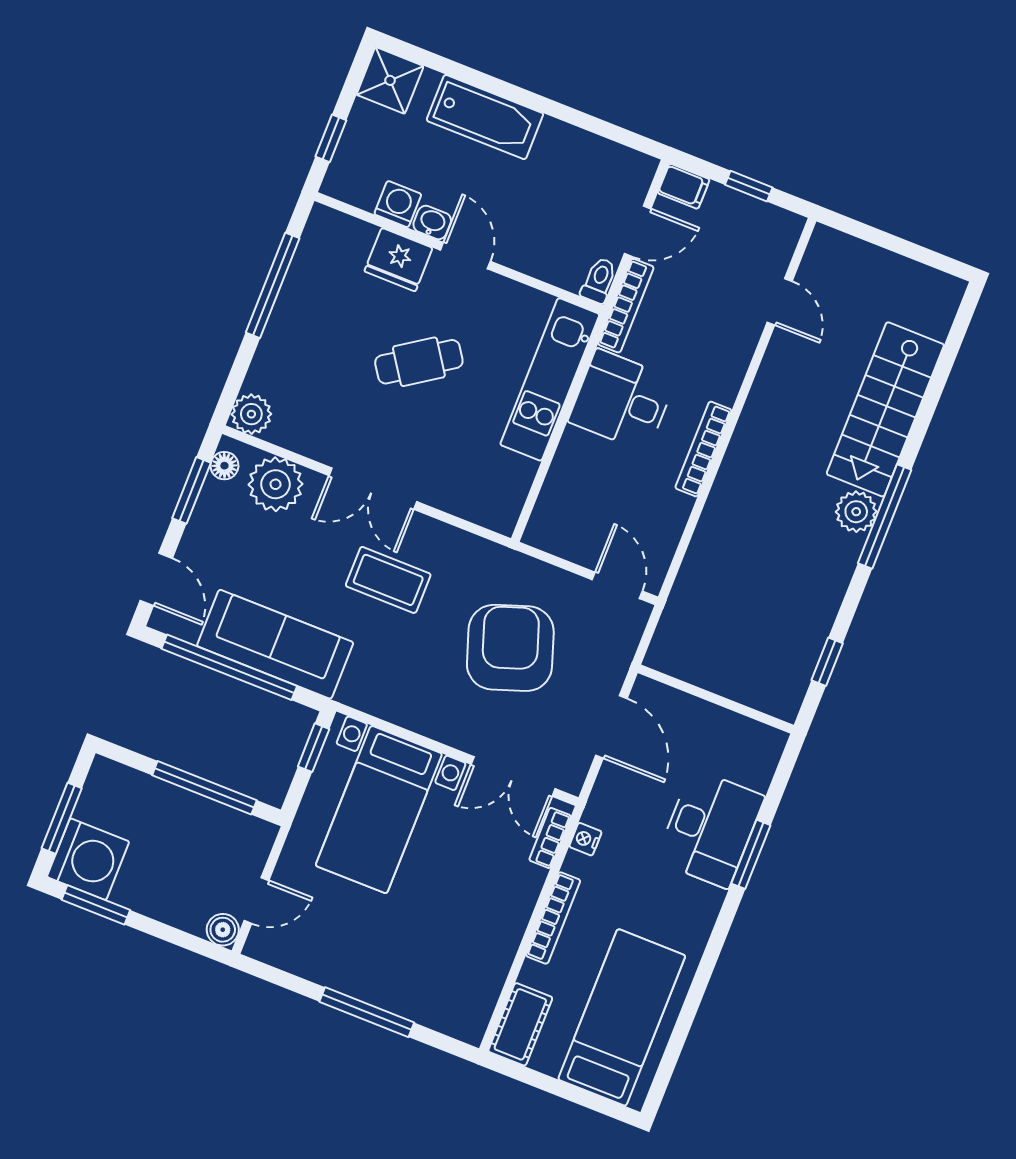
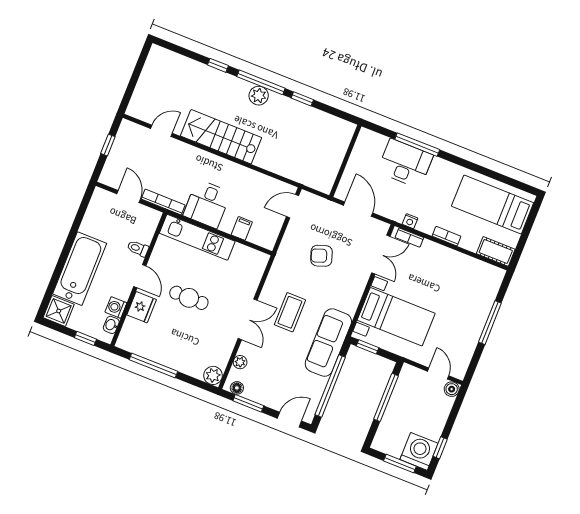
bathtub: (485, 117) -> (80, 269), width x1.36, depth x1.36
filing cabinet: (684, 186) -> (242, 228), moved
washbasin: (432, 223) -> (111, 325), moved
door: (465, 256) -> (140, 276), swing flipped
toilet: (599, 280) -> (138, 248), moved
cafe table: (419, 362) -> (189, 298), turned -56
stairs: (885, 409) -> (221, 137), moved, turned 180
window: (921, 424) -> (218, 65), added
bookcase: (703, 449) -> (230, 166), removed
plant: (276, 484) -> (240, 362), width x0.53, depth x0.53
sofa: (275, 644) -> (328, 343), moved
armchair: (510, 648) -> (321, 256), width x0.53, depth x0.53
window: (827, 662) -> (302, 99), moved
door: (611, 727) -> (358, 209), hinge flipped
window: (751, 854) -> (417, 145), width x1.44
window: (96, 905) -> (440, 448), width x0.67
bookcase: (553, 918) -> (447, 236), width x0.64

